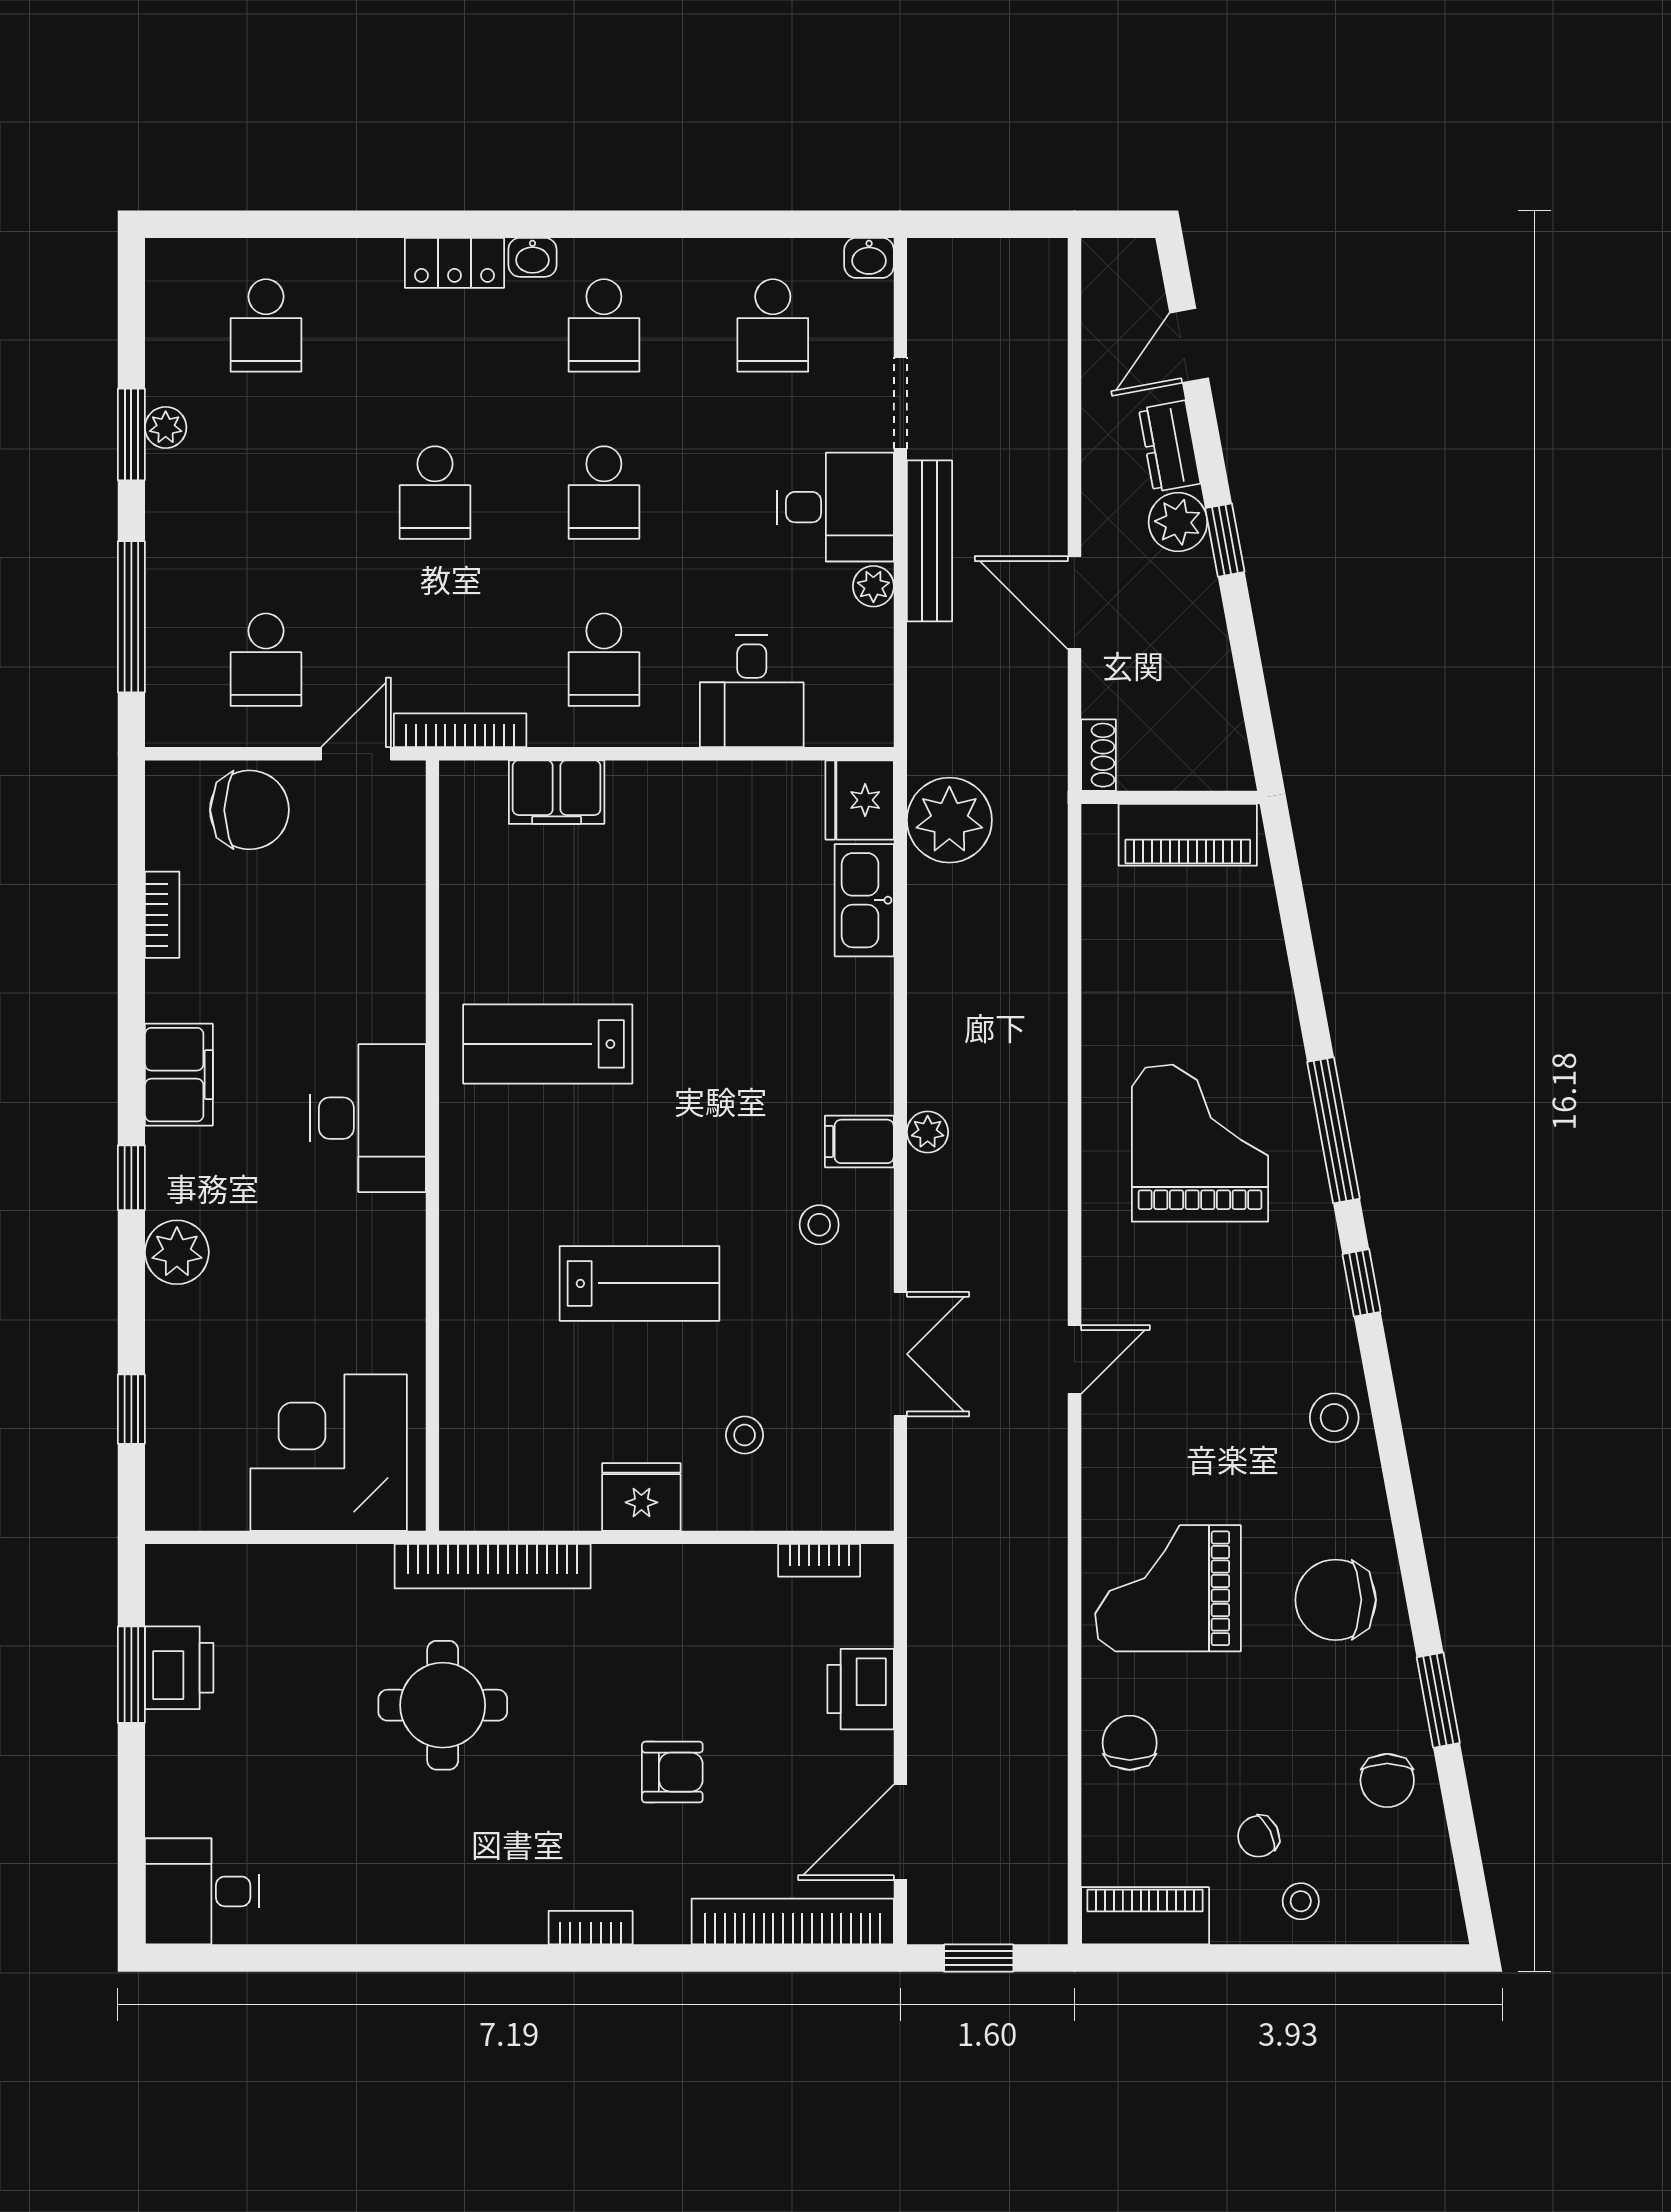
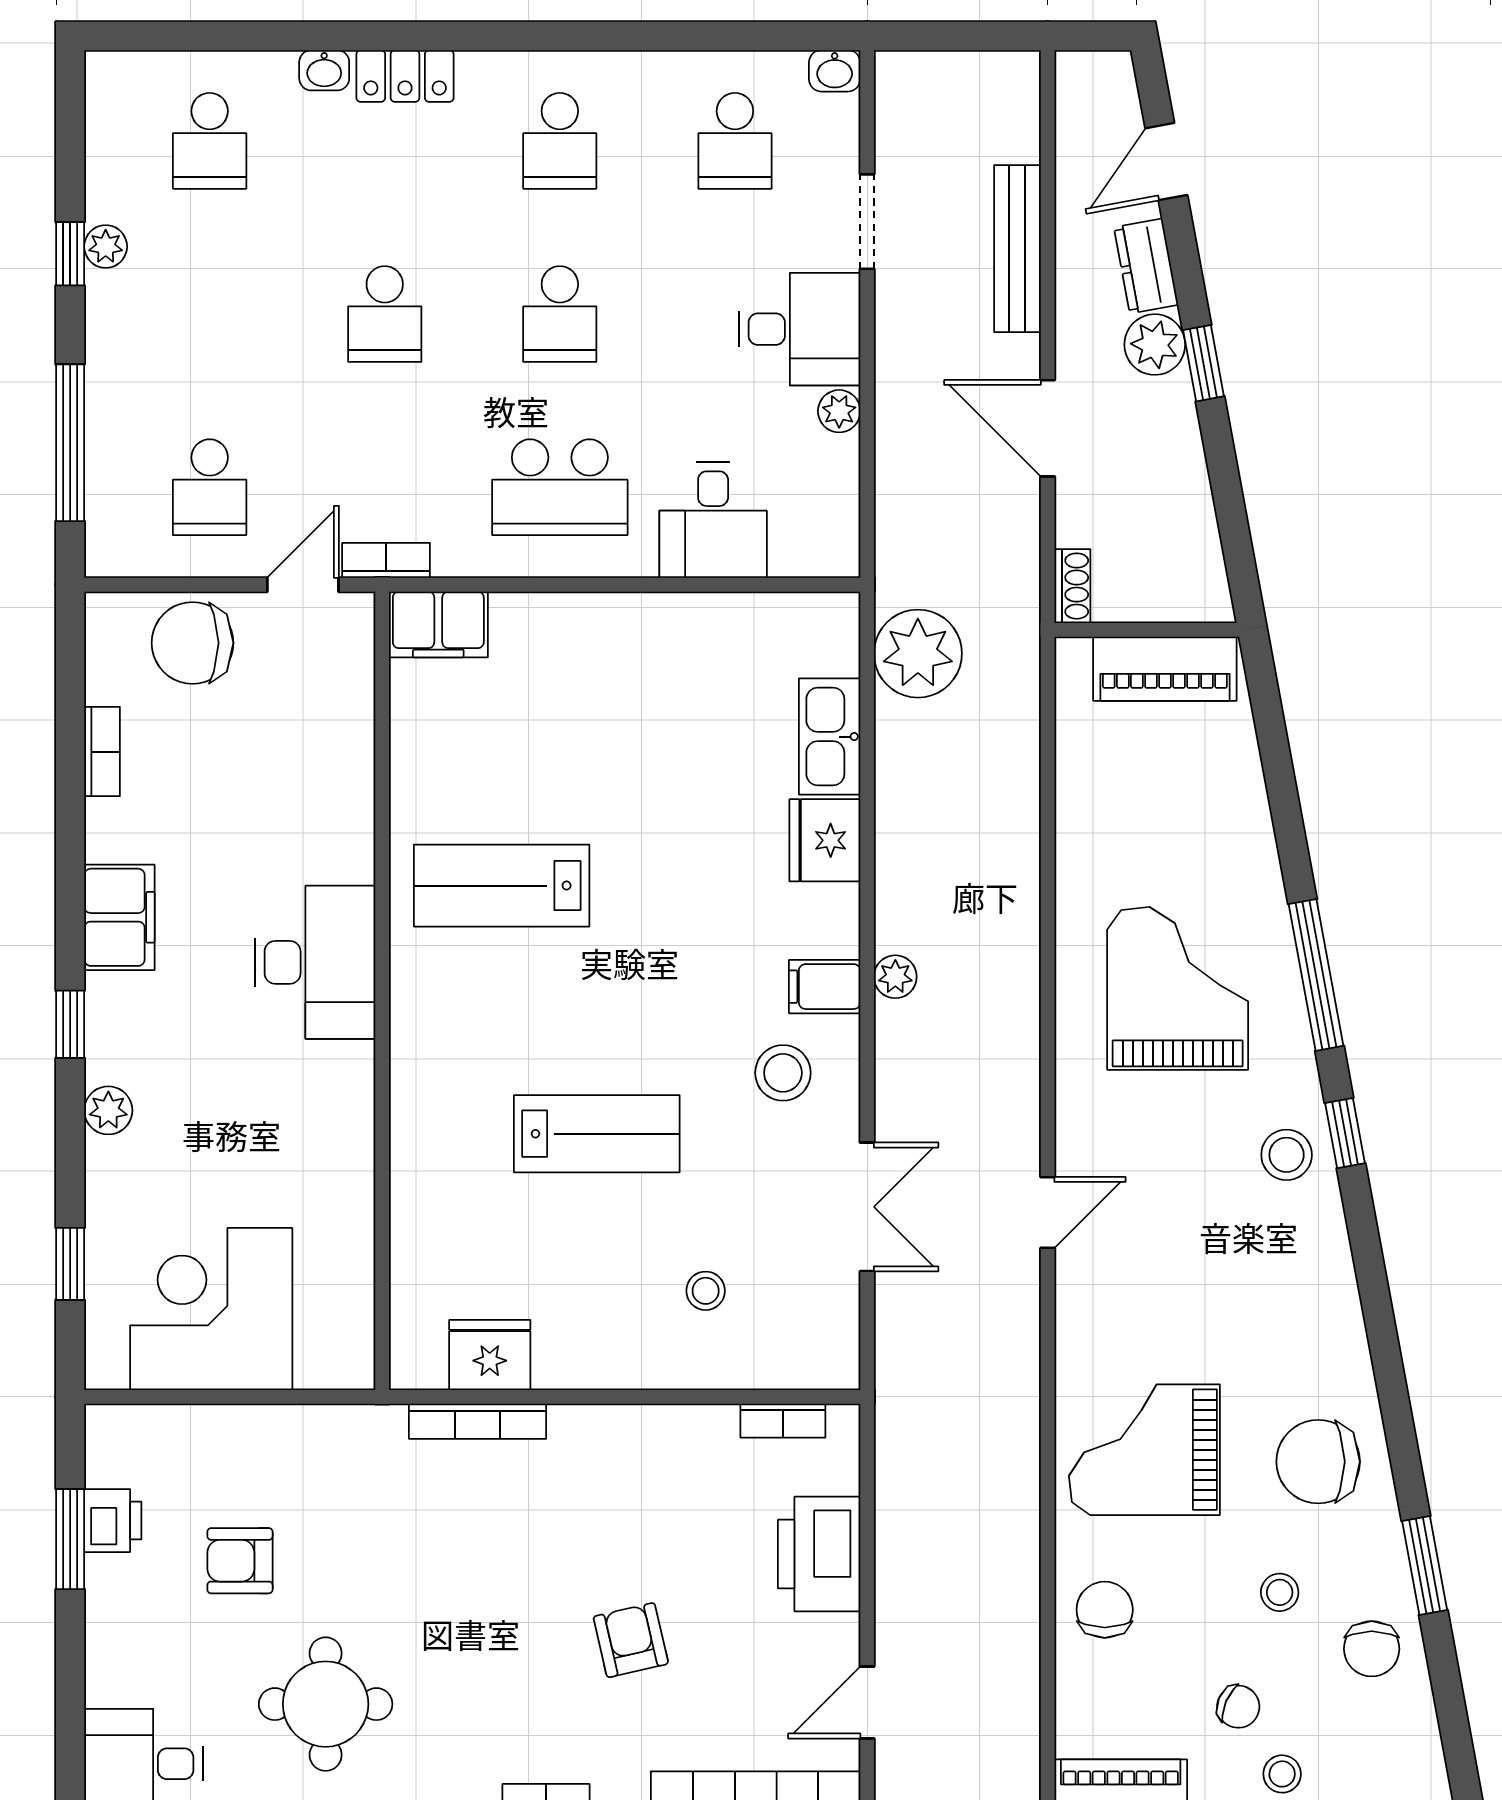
washbasin: (532, 257) -> (324, 70), moved
window: (131, 434) -> (70, 254), width x0.67
bench: (929, 541) -> (1017, 249), moved
school desk: (604, 660) -> (560, 487), width x1.85
bookcase: (460, 730) -> (386, 560), width x0.64
filing cabinet: (557, 792) -> (438, 624), moved
fridge: (860, 800) -> (825, 840), moved
chair: (249, 810) -> (193, 643), turned 180
stool: (819, 1225) -> (783, 1073), width x1.37, depth x1.37
plant: (177, 1252) -> (108, 1110), width x0.73, depth x0.73
stool: (1334, 1418) -> (1287, 1155), moved
corner desk: (329, 1453) -> (211, 1309), moved
fridge: (641, 1497) -> (490, 1355), moved
bookcase: (493, 1566) -> (478, 1421), width x0.68, depth x0.76
printer: (179, 1668) -> (113, 1521), width x0.73, depth x0.81
printer: (861, 1689) -> (819, 1554), width x1.37, depth x1.19
armchair: (295, 1695) -> (240, 1561), added
round table: (443, 1705) -> (326, 1704), moved
stool: (1298, 1726) -> (1280, 1592), added
armchair: (672, 1772) -> (631, 1640), turned -103
door: (900, 1832) -> (867, 1702), width x0.73
chair: (1258, 1836) -> (1238, 1707), turned -131

